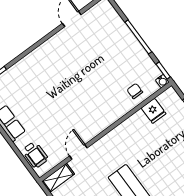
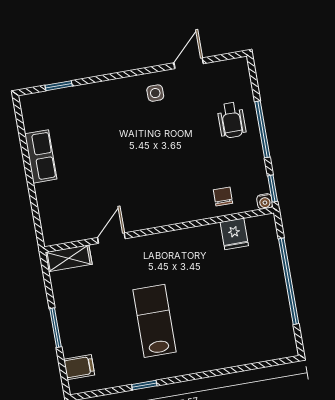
side table: (60, 48) -> (155, 93), added
wheelchair: (35, 155) -> (232, 120), moved

